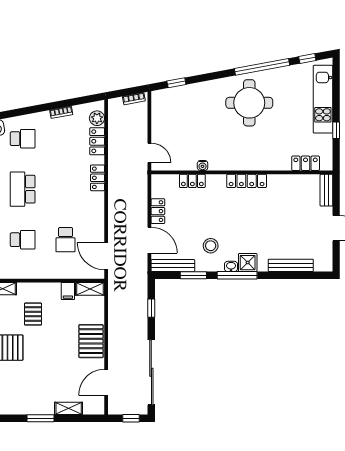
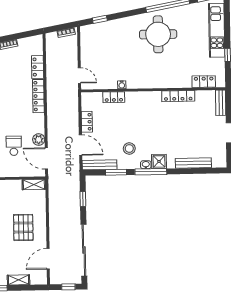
plant: (97, 118) -> (39, 140), moved
locker: (98, 178) -> (38, 96), width x1.53
locker: (247, 181) -> (178, 96), moved
school desk: (66, 240) -> (14, 146), turned 180
filing cabinet: (68, 291) -> (16, 187), removed
pallet: (91, 341) -> (23, 227), moved

